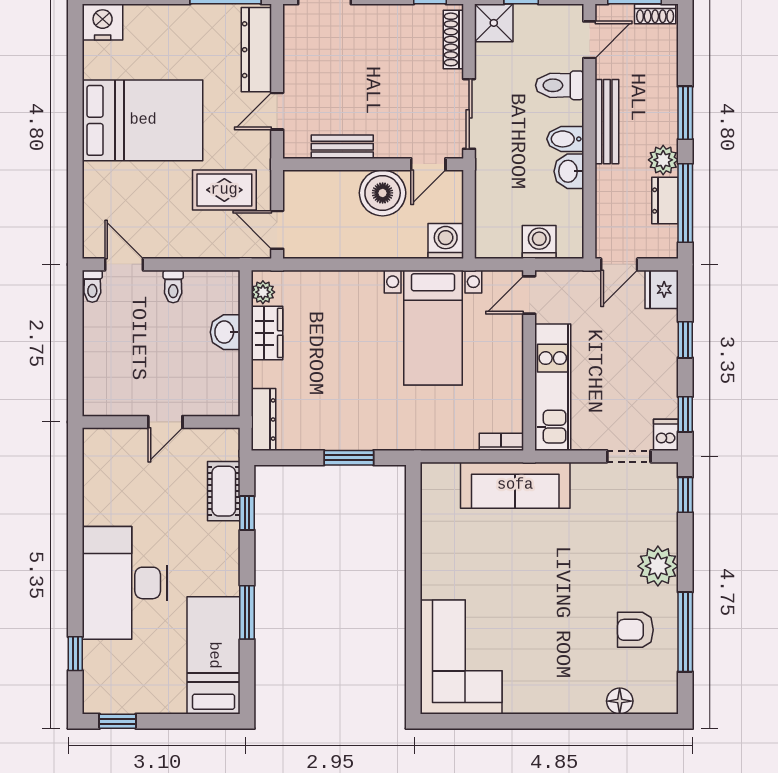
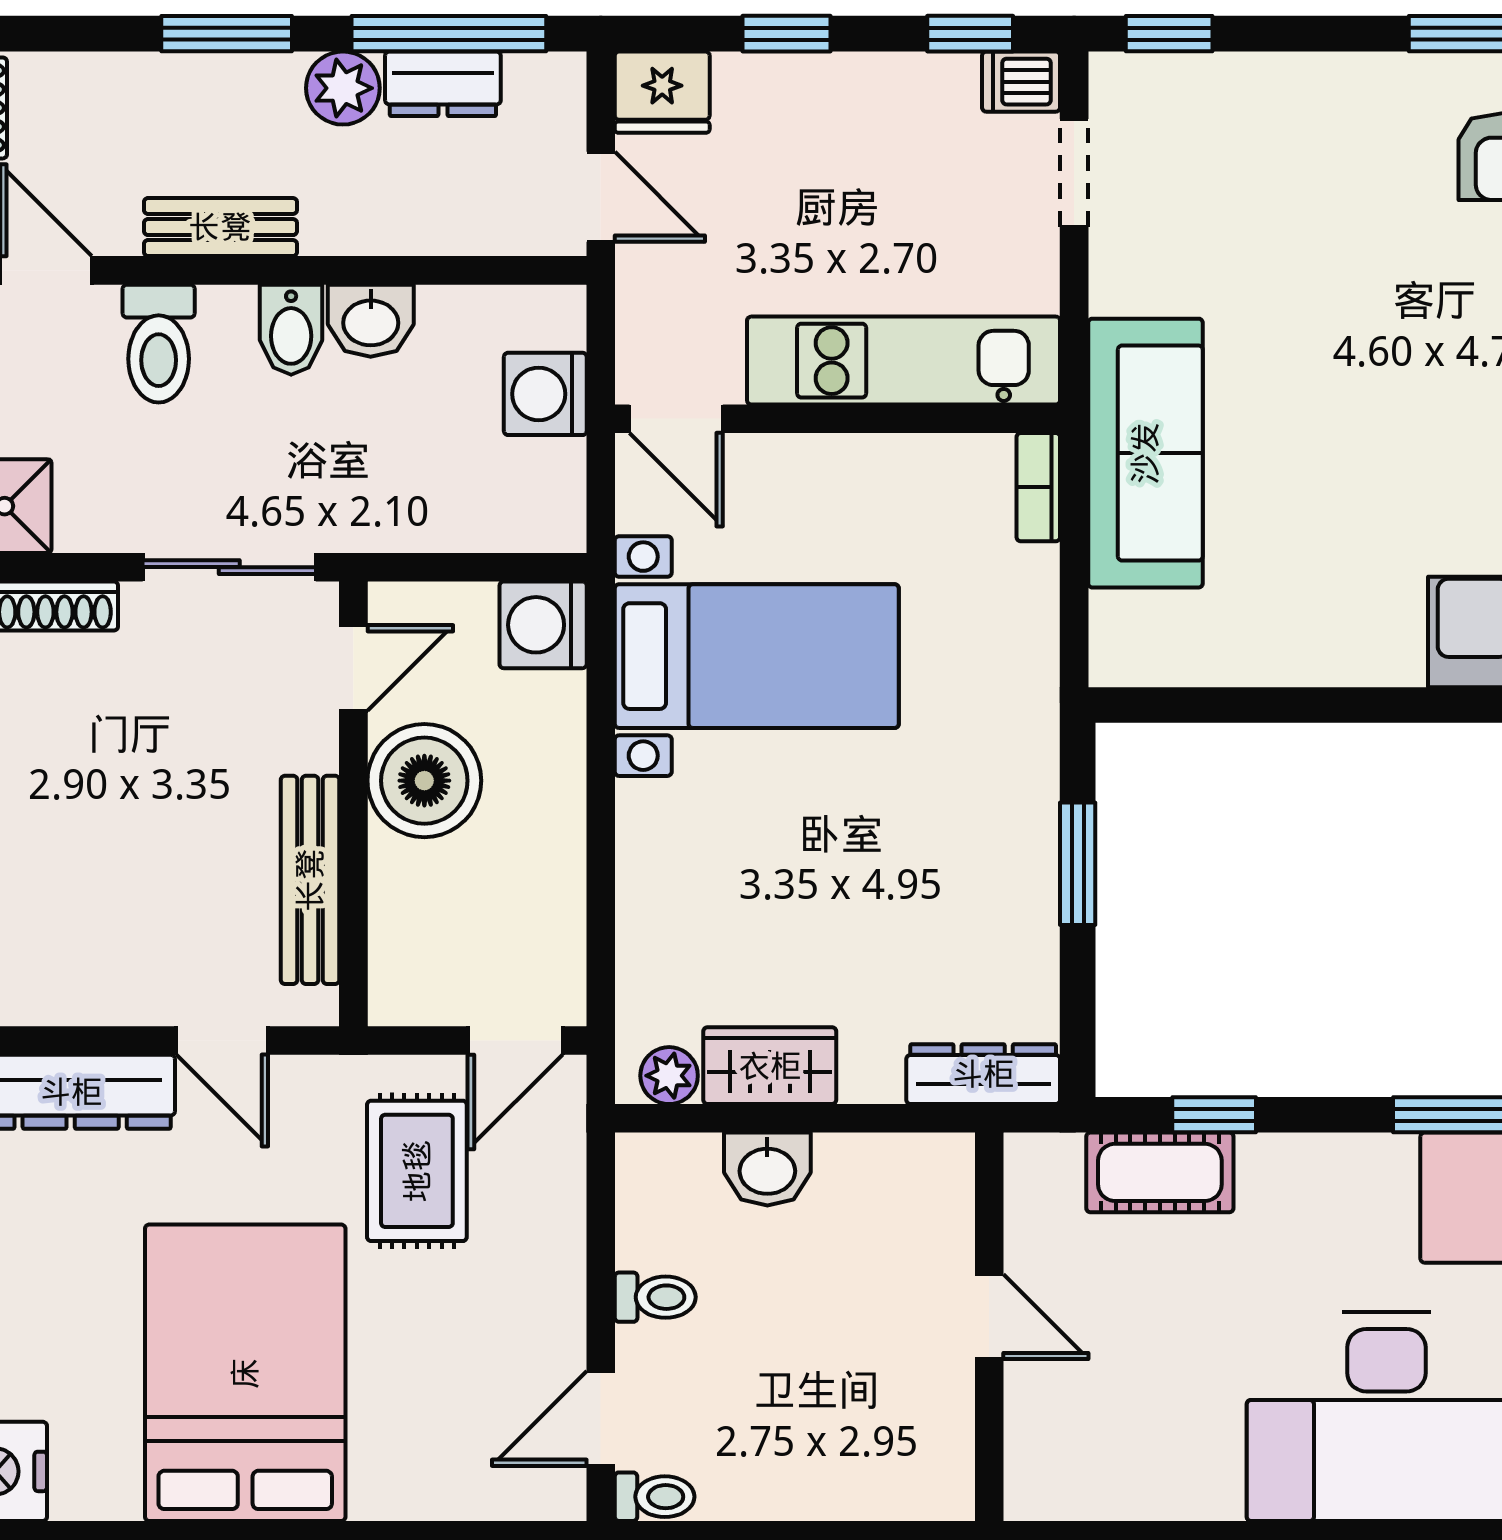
bench: (607, 122) -> (220, 227), width x0.73
bench: (342, 147) -> (310, 880), width x1.36
door: (428, 164) -> (353, 668), hinge flipped
plant: (658, 566) -> (1345, 101), removed

